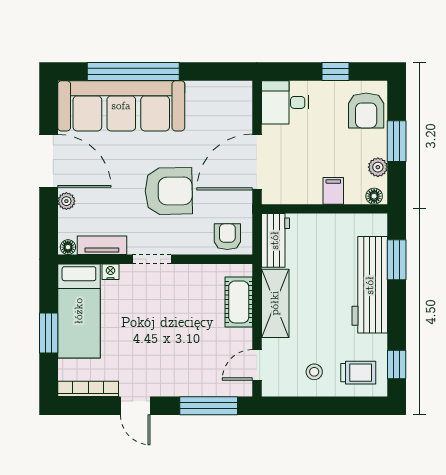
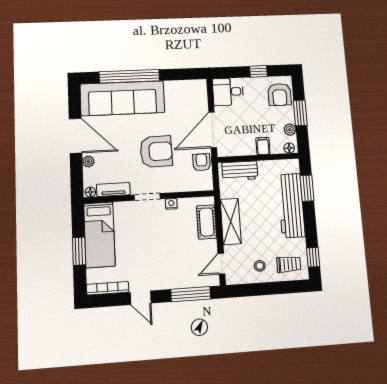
armchair: (227, 237) -> (202, 162), moved
workbench: (275, 240) -> (240, 171), moved, turned 90
nightstand: (110, 272) -> (171, 204), moved

